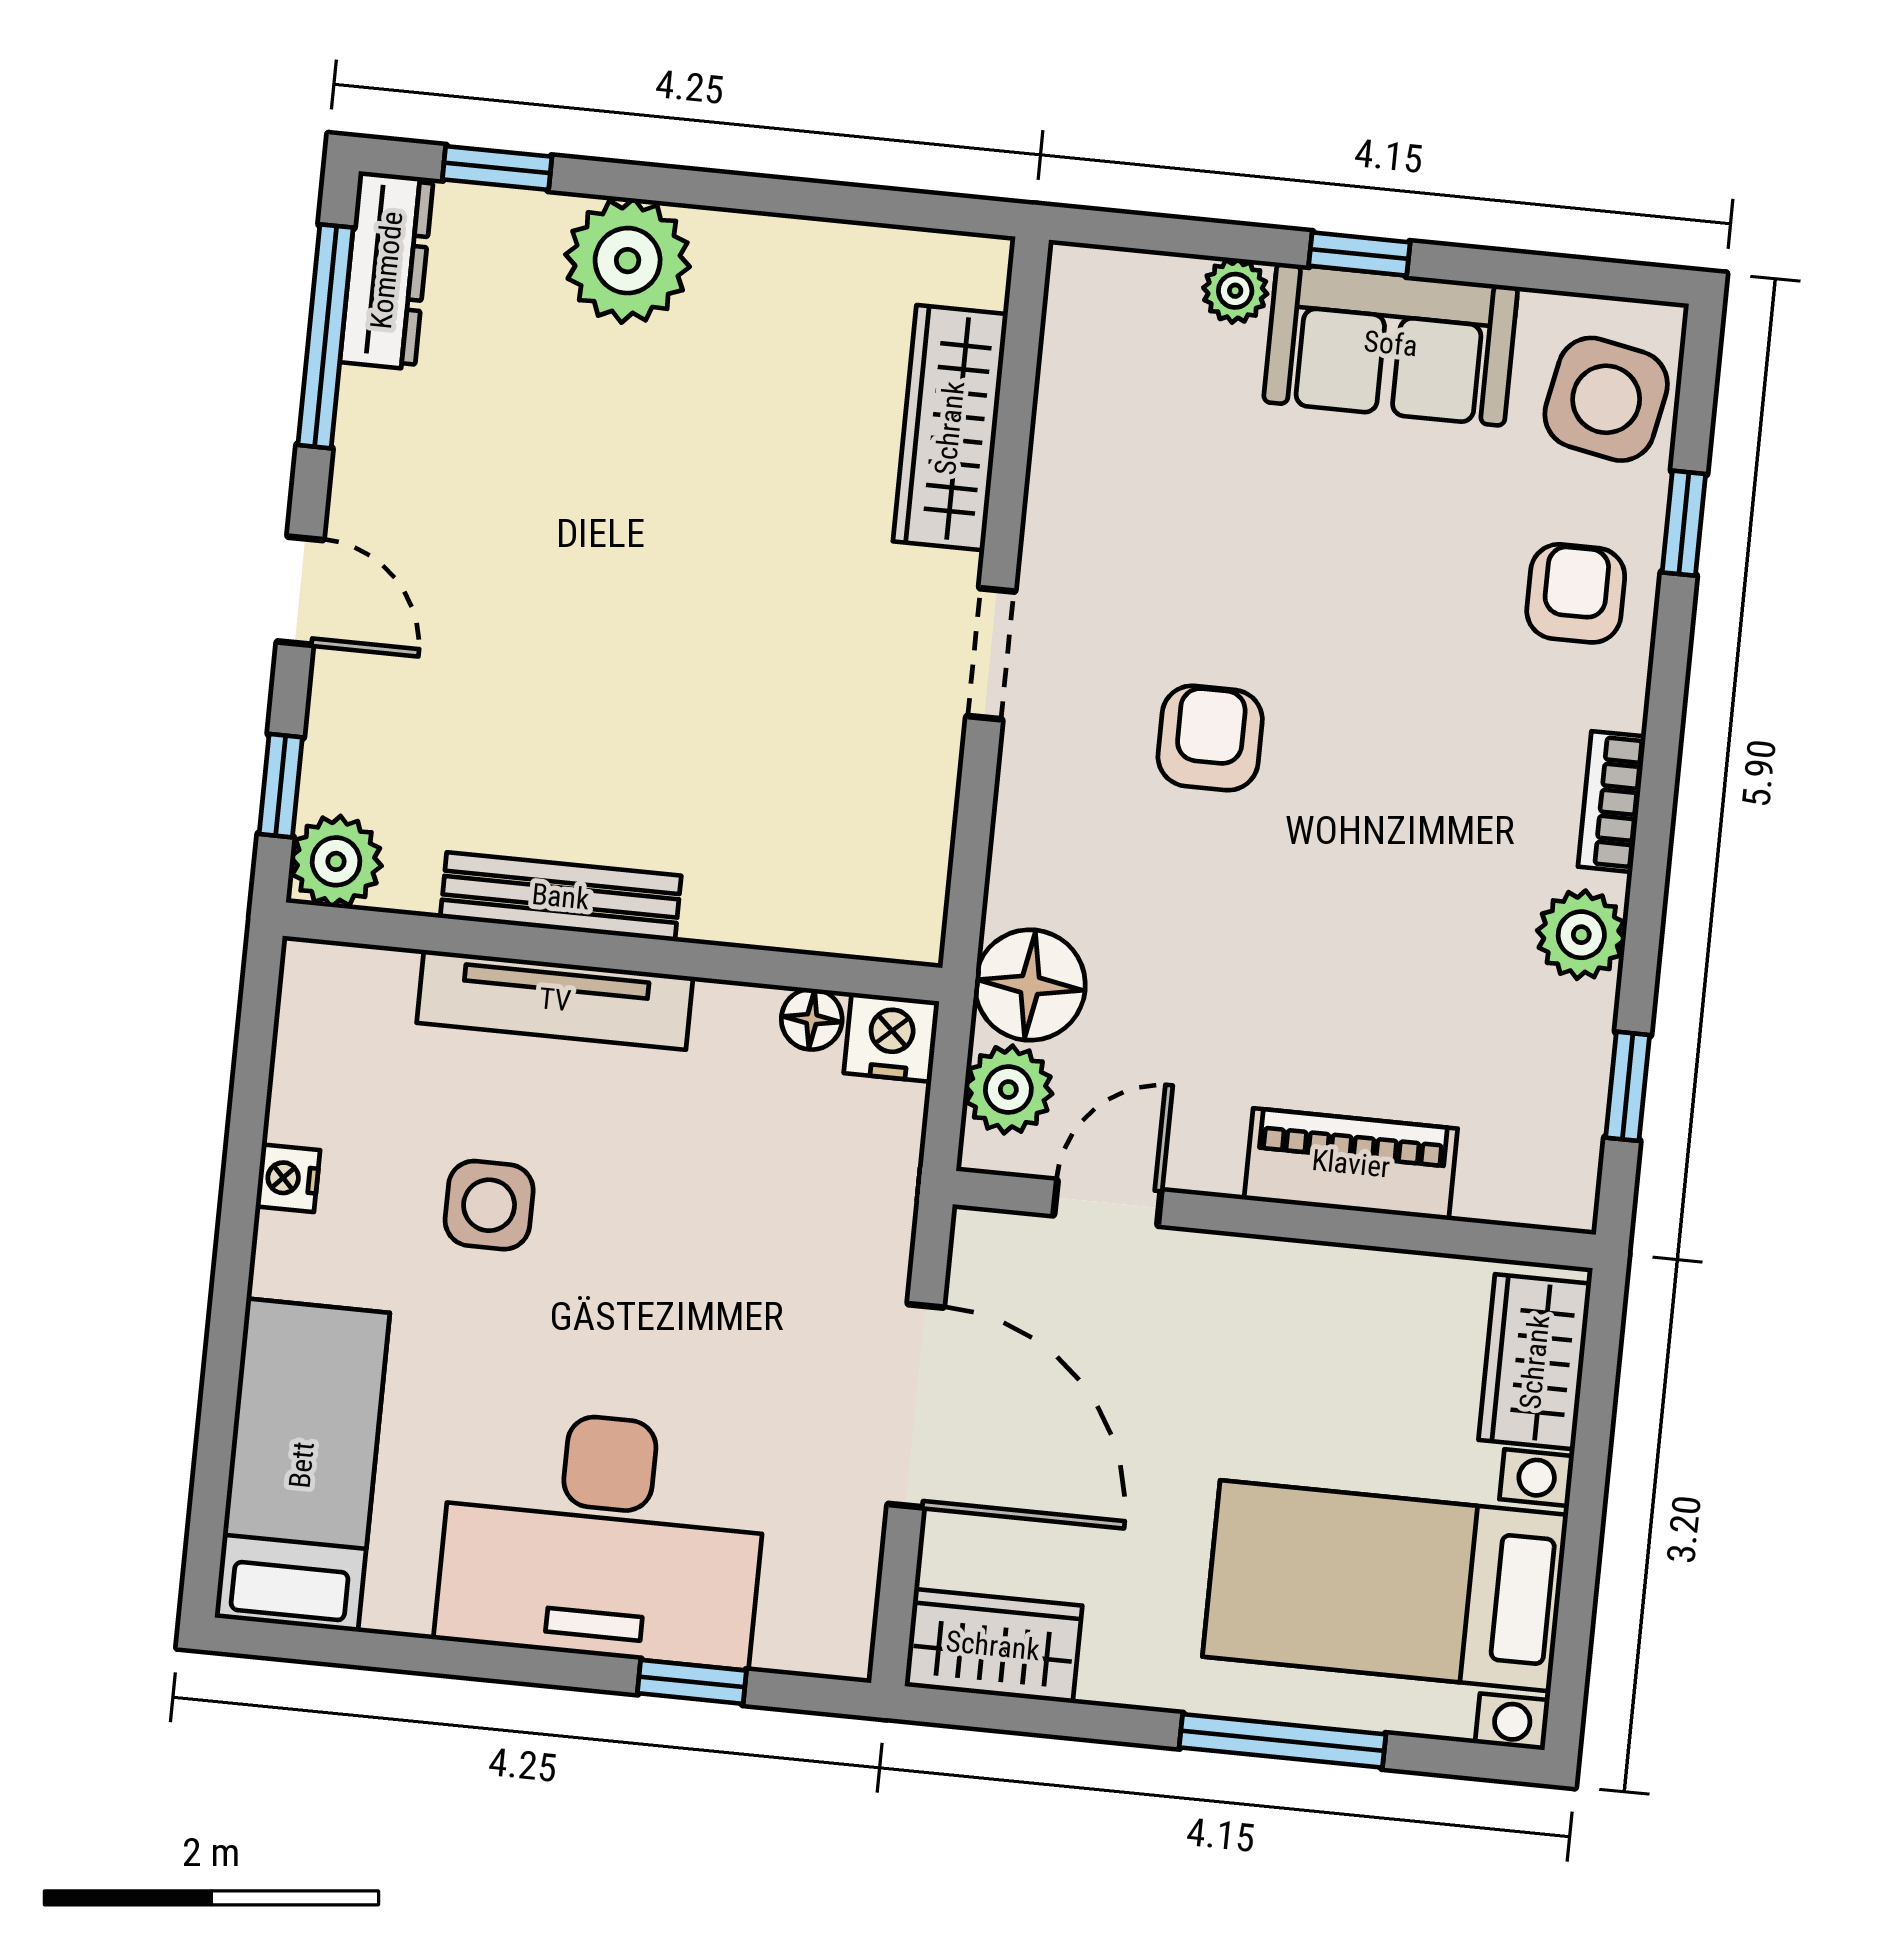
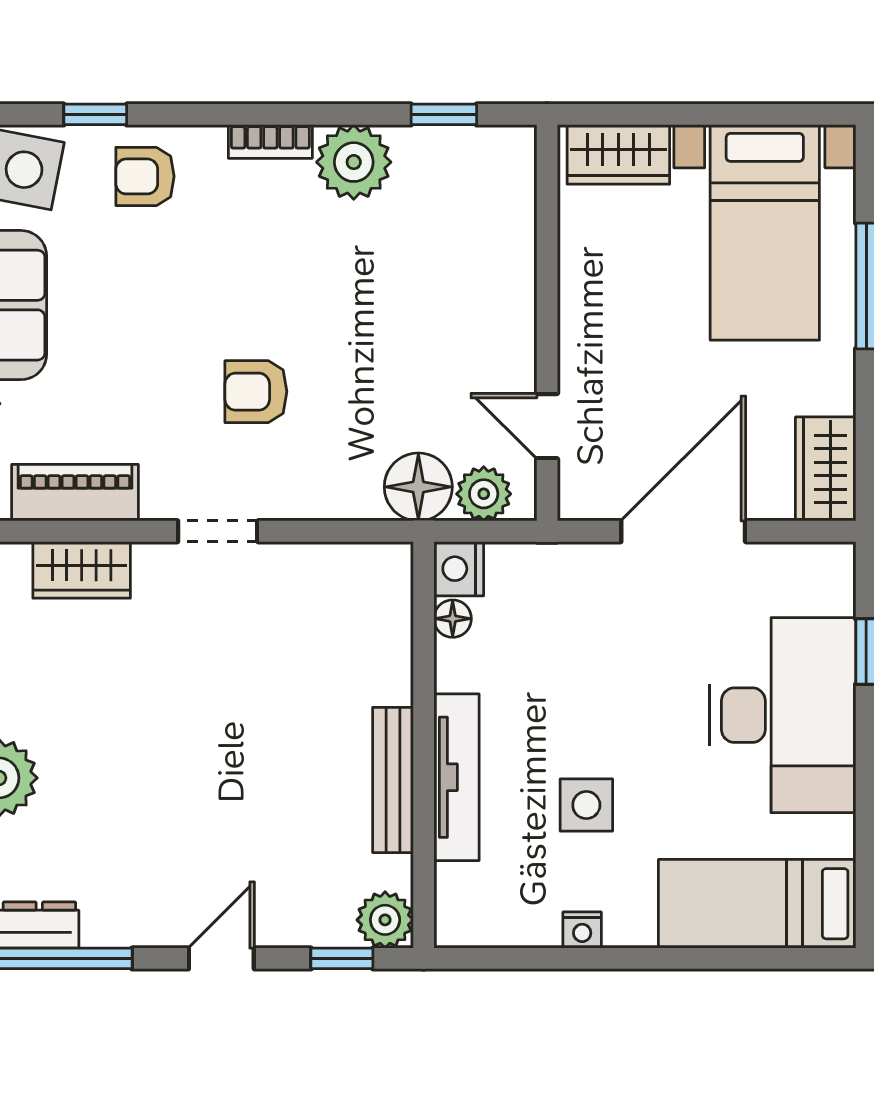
wardrobe: (950, 428) -> (82, 570), width x0.67
plant: (1581, 935) -> (354, 162), width x1.36, depth x1.36
piano: (1351, 1164) -> (75, 493), moved, turned 90

